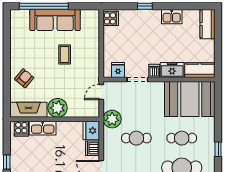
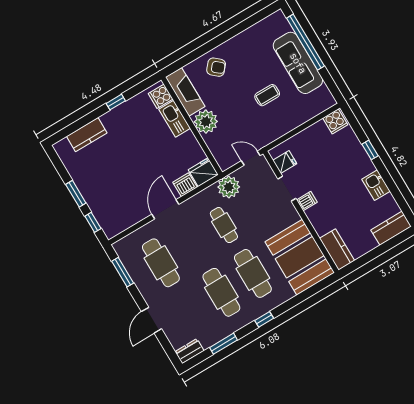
freezer: (172, 70) -> (319, 220), removed
cafe table: (182, 138) -> (253, 273), width x1.37, depth x1.35

